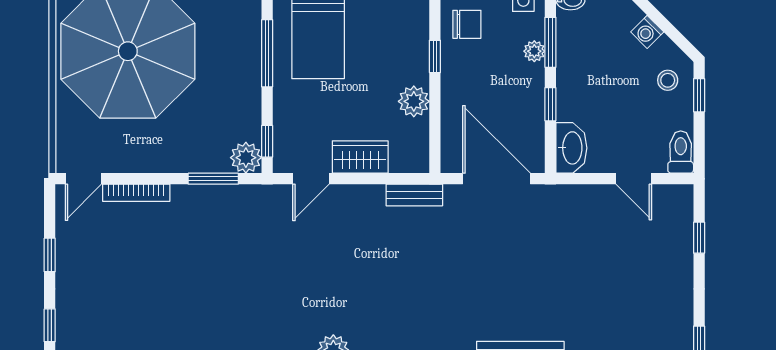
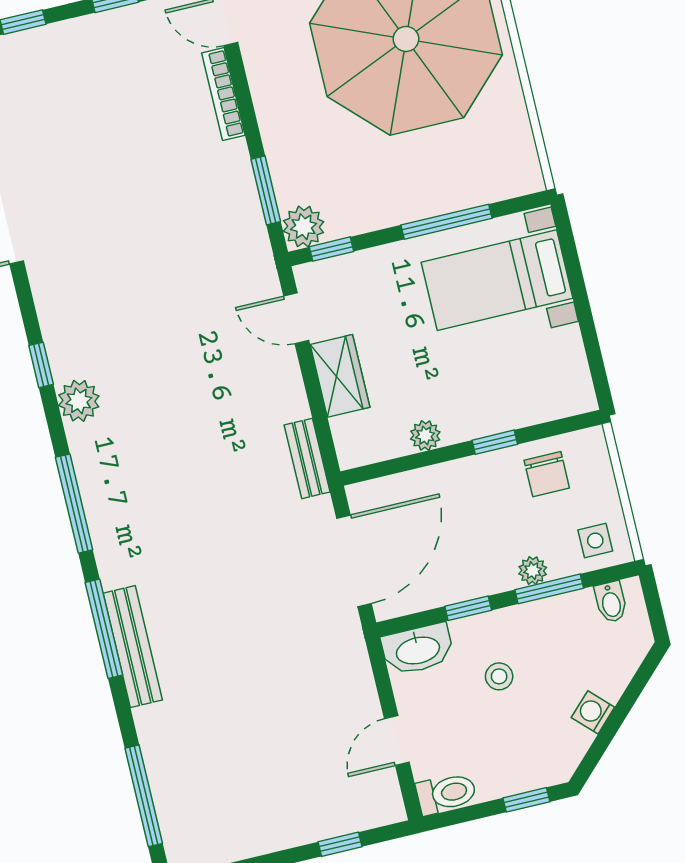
stool: (668, 80) -> (499, 676), moved
plant: (414, 101) -> (425, 435), width x0.73, depth x0.73

